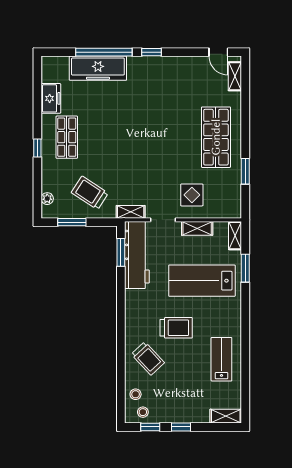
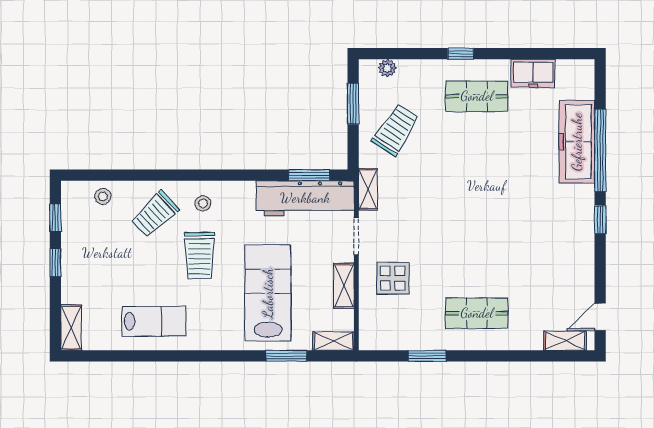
shop shelf: (216, 137) -> (477, 313), width x0.70, depth x0.74
stool: (143, 412) -> (203, 203), moved

